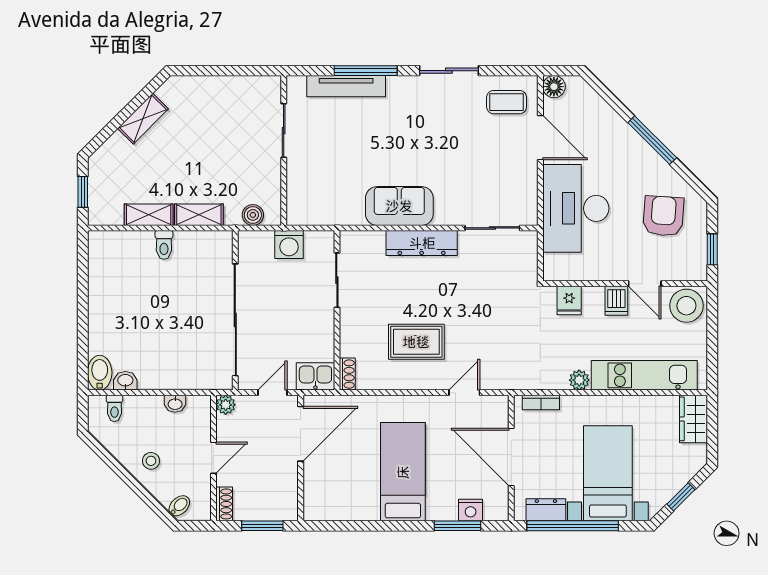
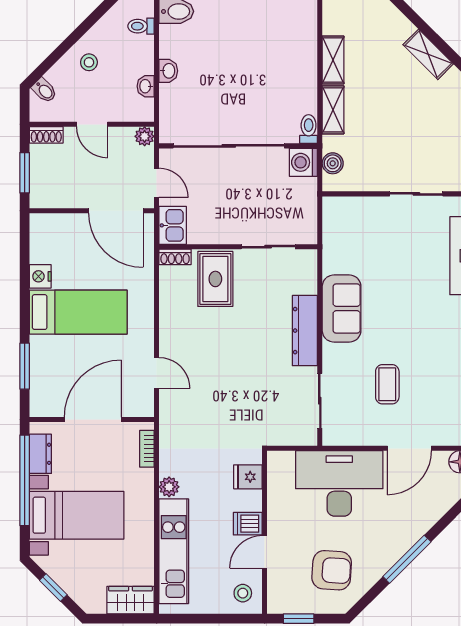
coffee table: (507, 102) -> (387, 384), moved
toilet: (164, 245) -> (309, 129), moved, turned 90
washing machine: (289, 245) -> (303, 162), moved
stool: (686, 306) -> (243, 593), width x0.53, depth x0.53
rug: (416, 342) -> (215, 279), moved
washbasin: (125, 381) -> (168, 71), moved
nightstand: (471, 510) -> (40, 276), moved

